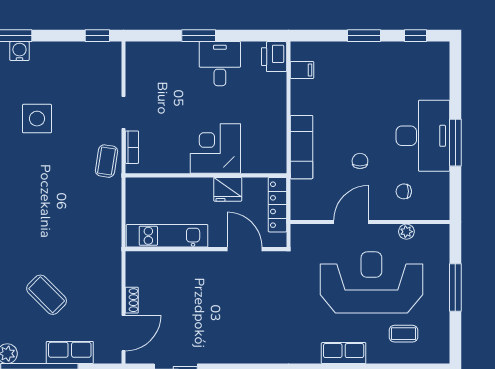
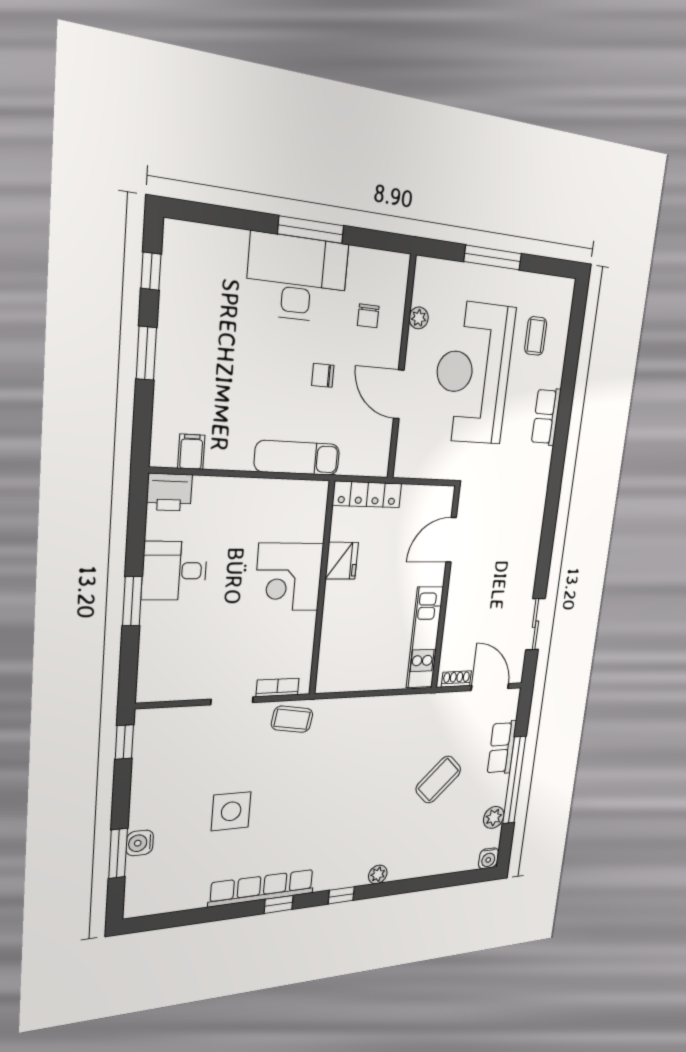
kitchen unit: (167, 236) -> (425, 638), moved
wall: (206, 249) -> (445, 589), moved
door: (245, 249) -> (451, 540), moved

